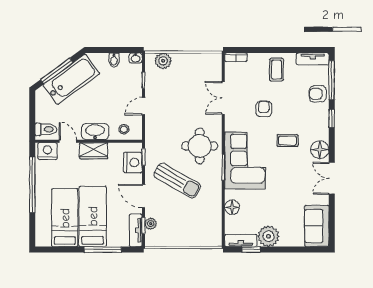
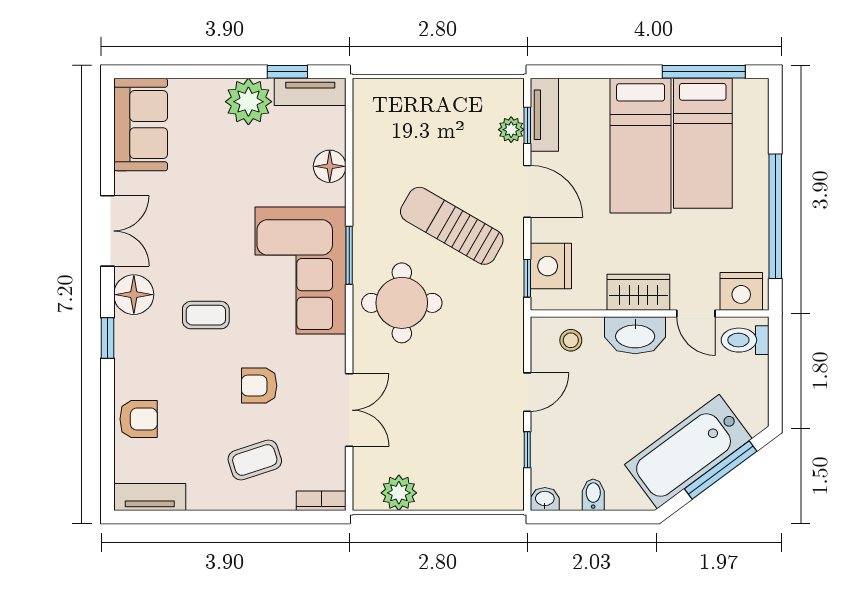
plant: (163, 61) -> (399, 493), moved
coffee table: (277, 70) -> (255, 460), moved, turned 72
window: (332, 80) -> (107, 449), removed
armchair: (264, 109) -> (259, 386), turned 90
window: (332, 118) -> (107, 338), moved
window: (103, 250) -> (704, 72), moved

